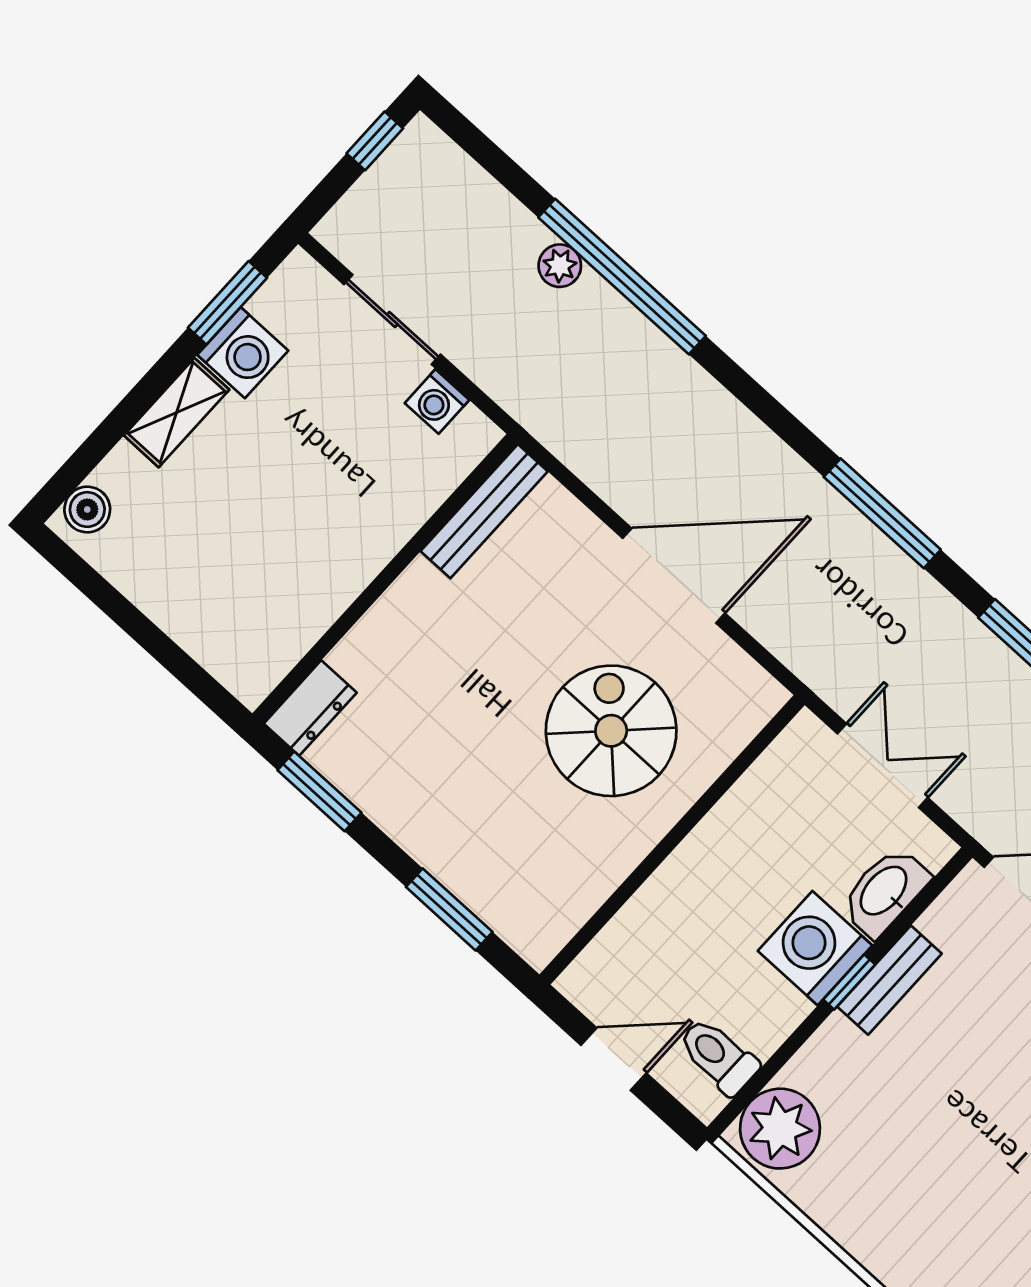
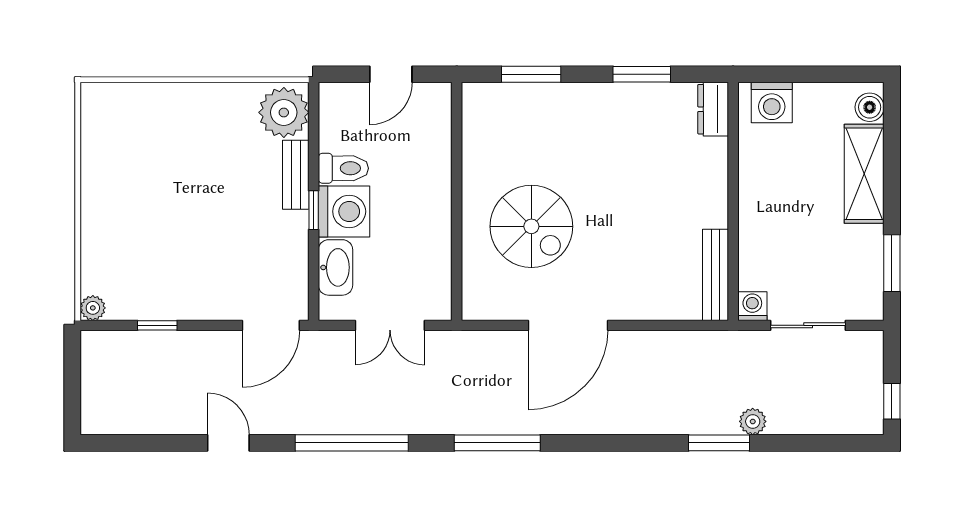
window: (622, 277) -> (719, 443), width x0.47
washing machine: (243, 353) -> (772, 103), moved, turned -90
shelving: (177, 413) -> (864, 174), width x1.50, depth x1.33
bench: (484, 511) -> (716, 275), moved
wall: (385, 579) -> (733, 201), moved
dresser: (310, 708) -> (713, 109), moved
bench: (889, 980) -> (296, 175), moved
toilet: (718, 1056) -> (343, 168), moved

